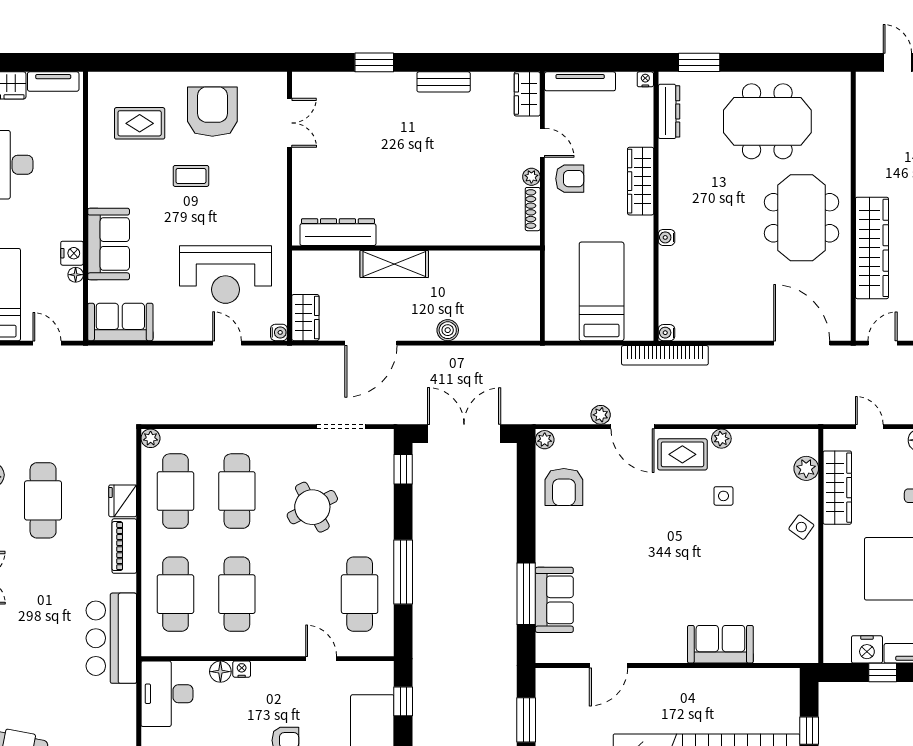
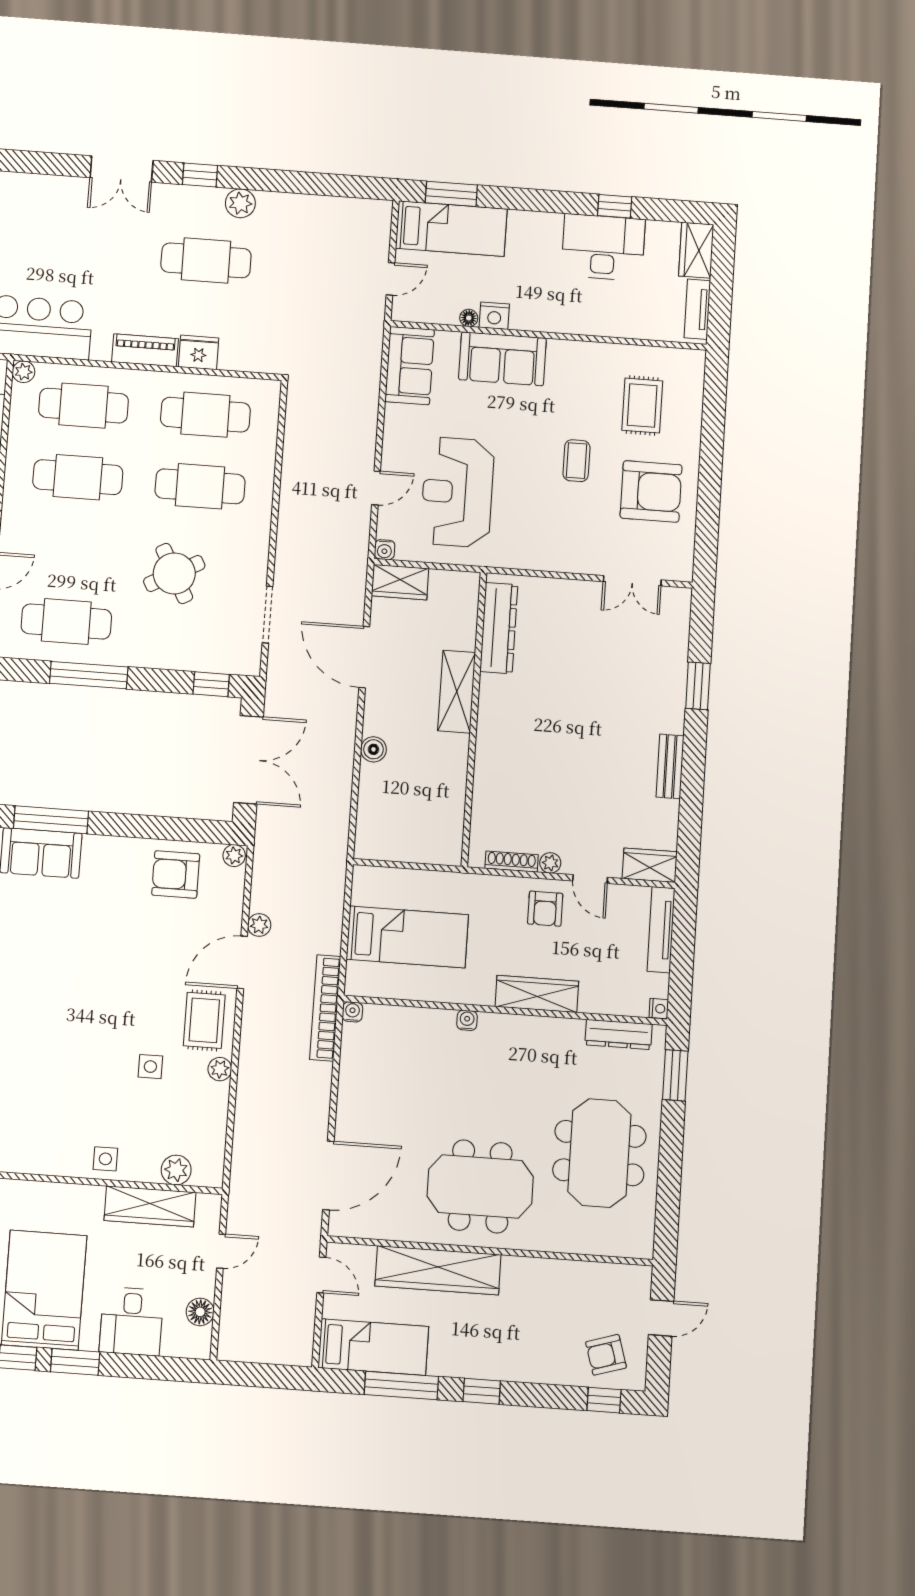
door: (542, 143) -> (590, 879), hinge flipped
plant: (151, 438) -> (24, 372), moved
side table: (801, 527) -> (105, 1159), turned -36

